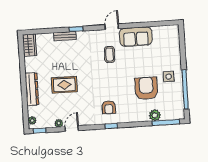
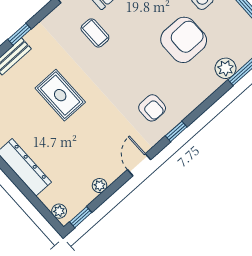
rug: (64, 85) -> (60, 95), moved, turned 90
armchair: (146, 88) -> (184, 40), turned 90
door: (72, 129) -> (139, 165), moved

